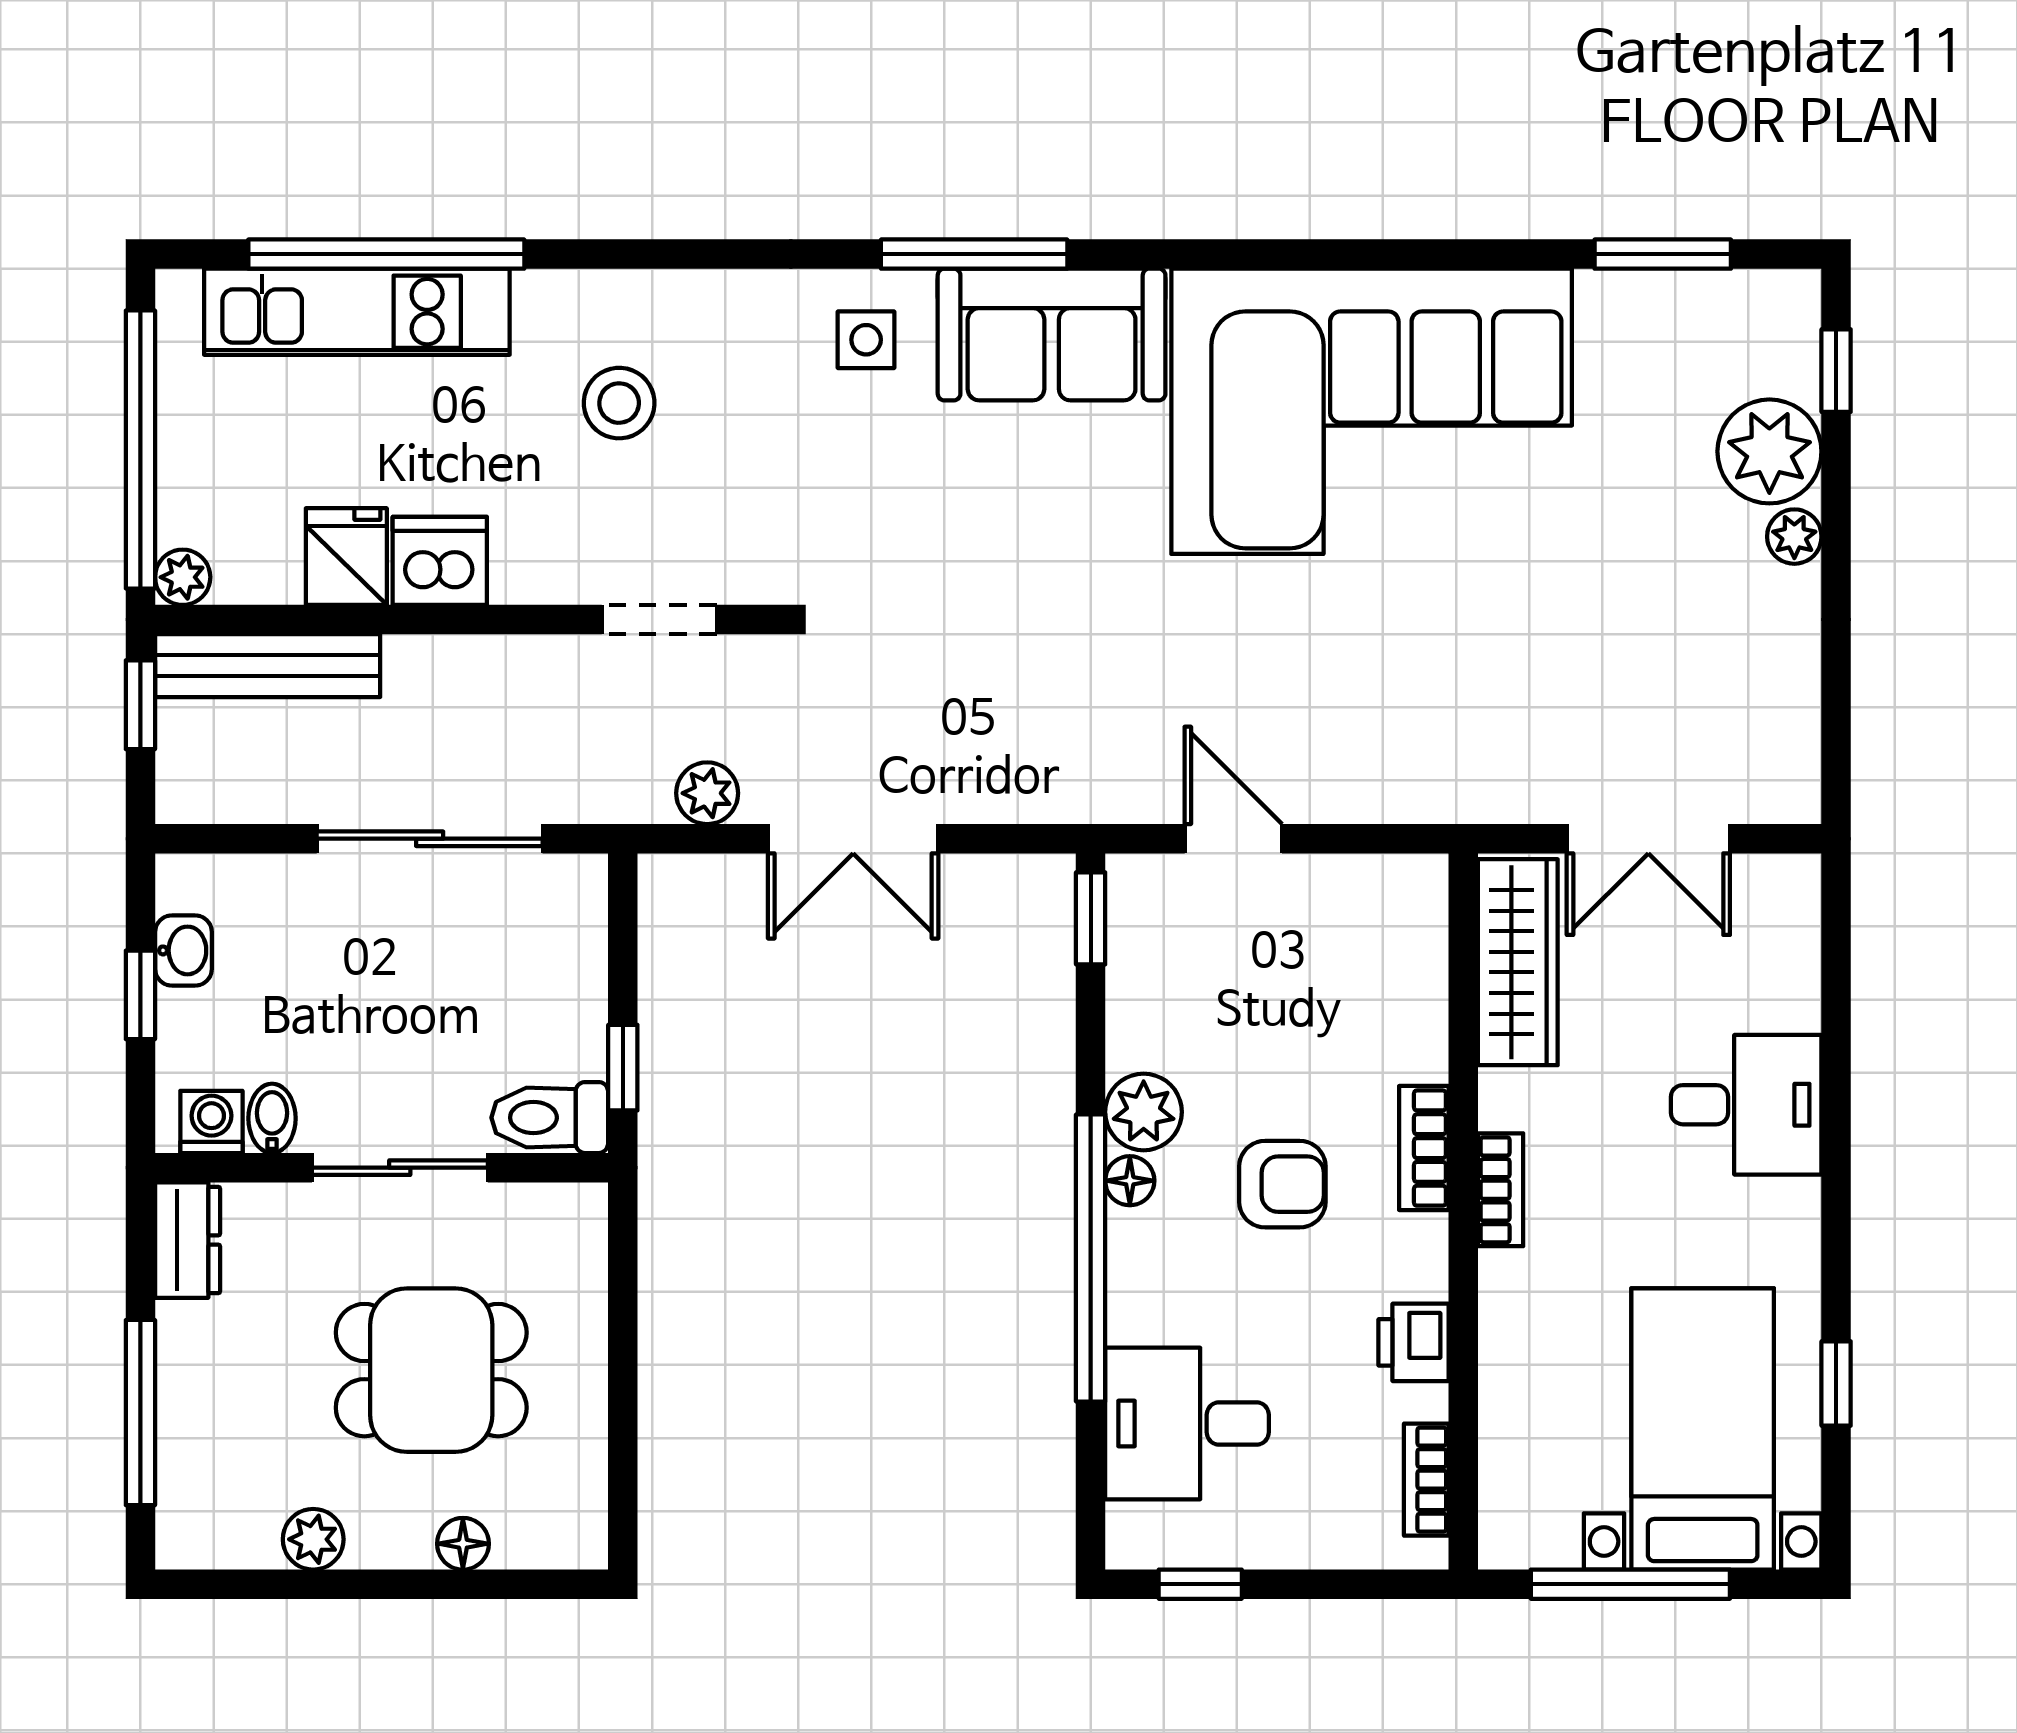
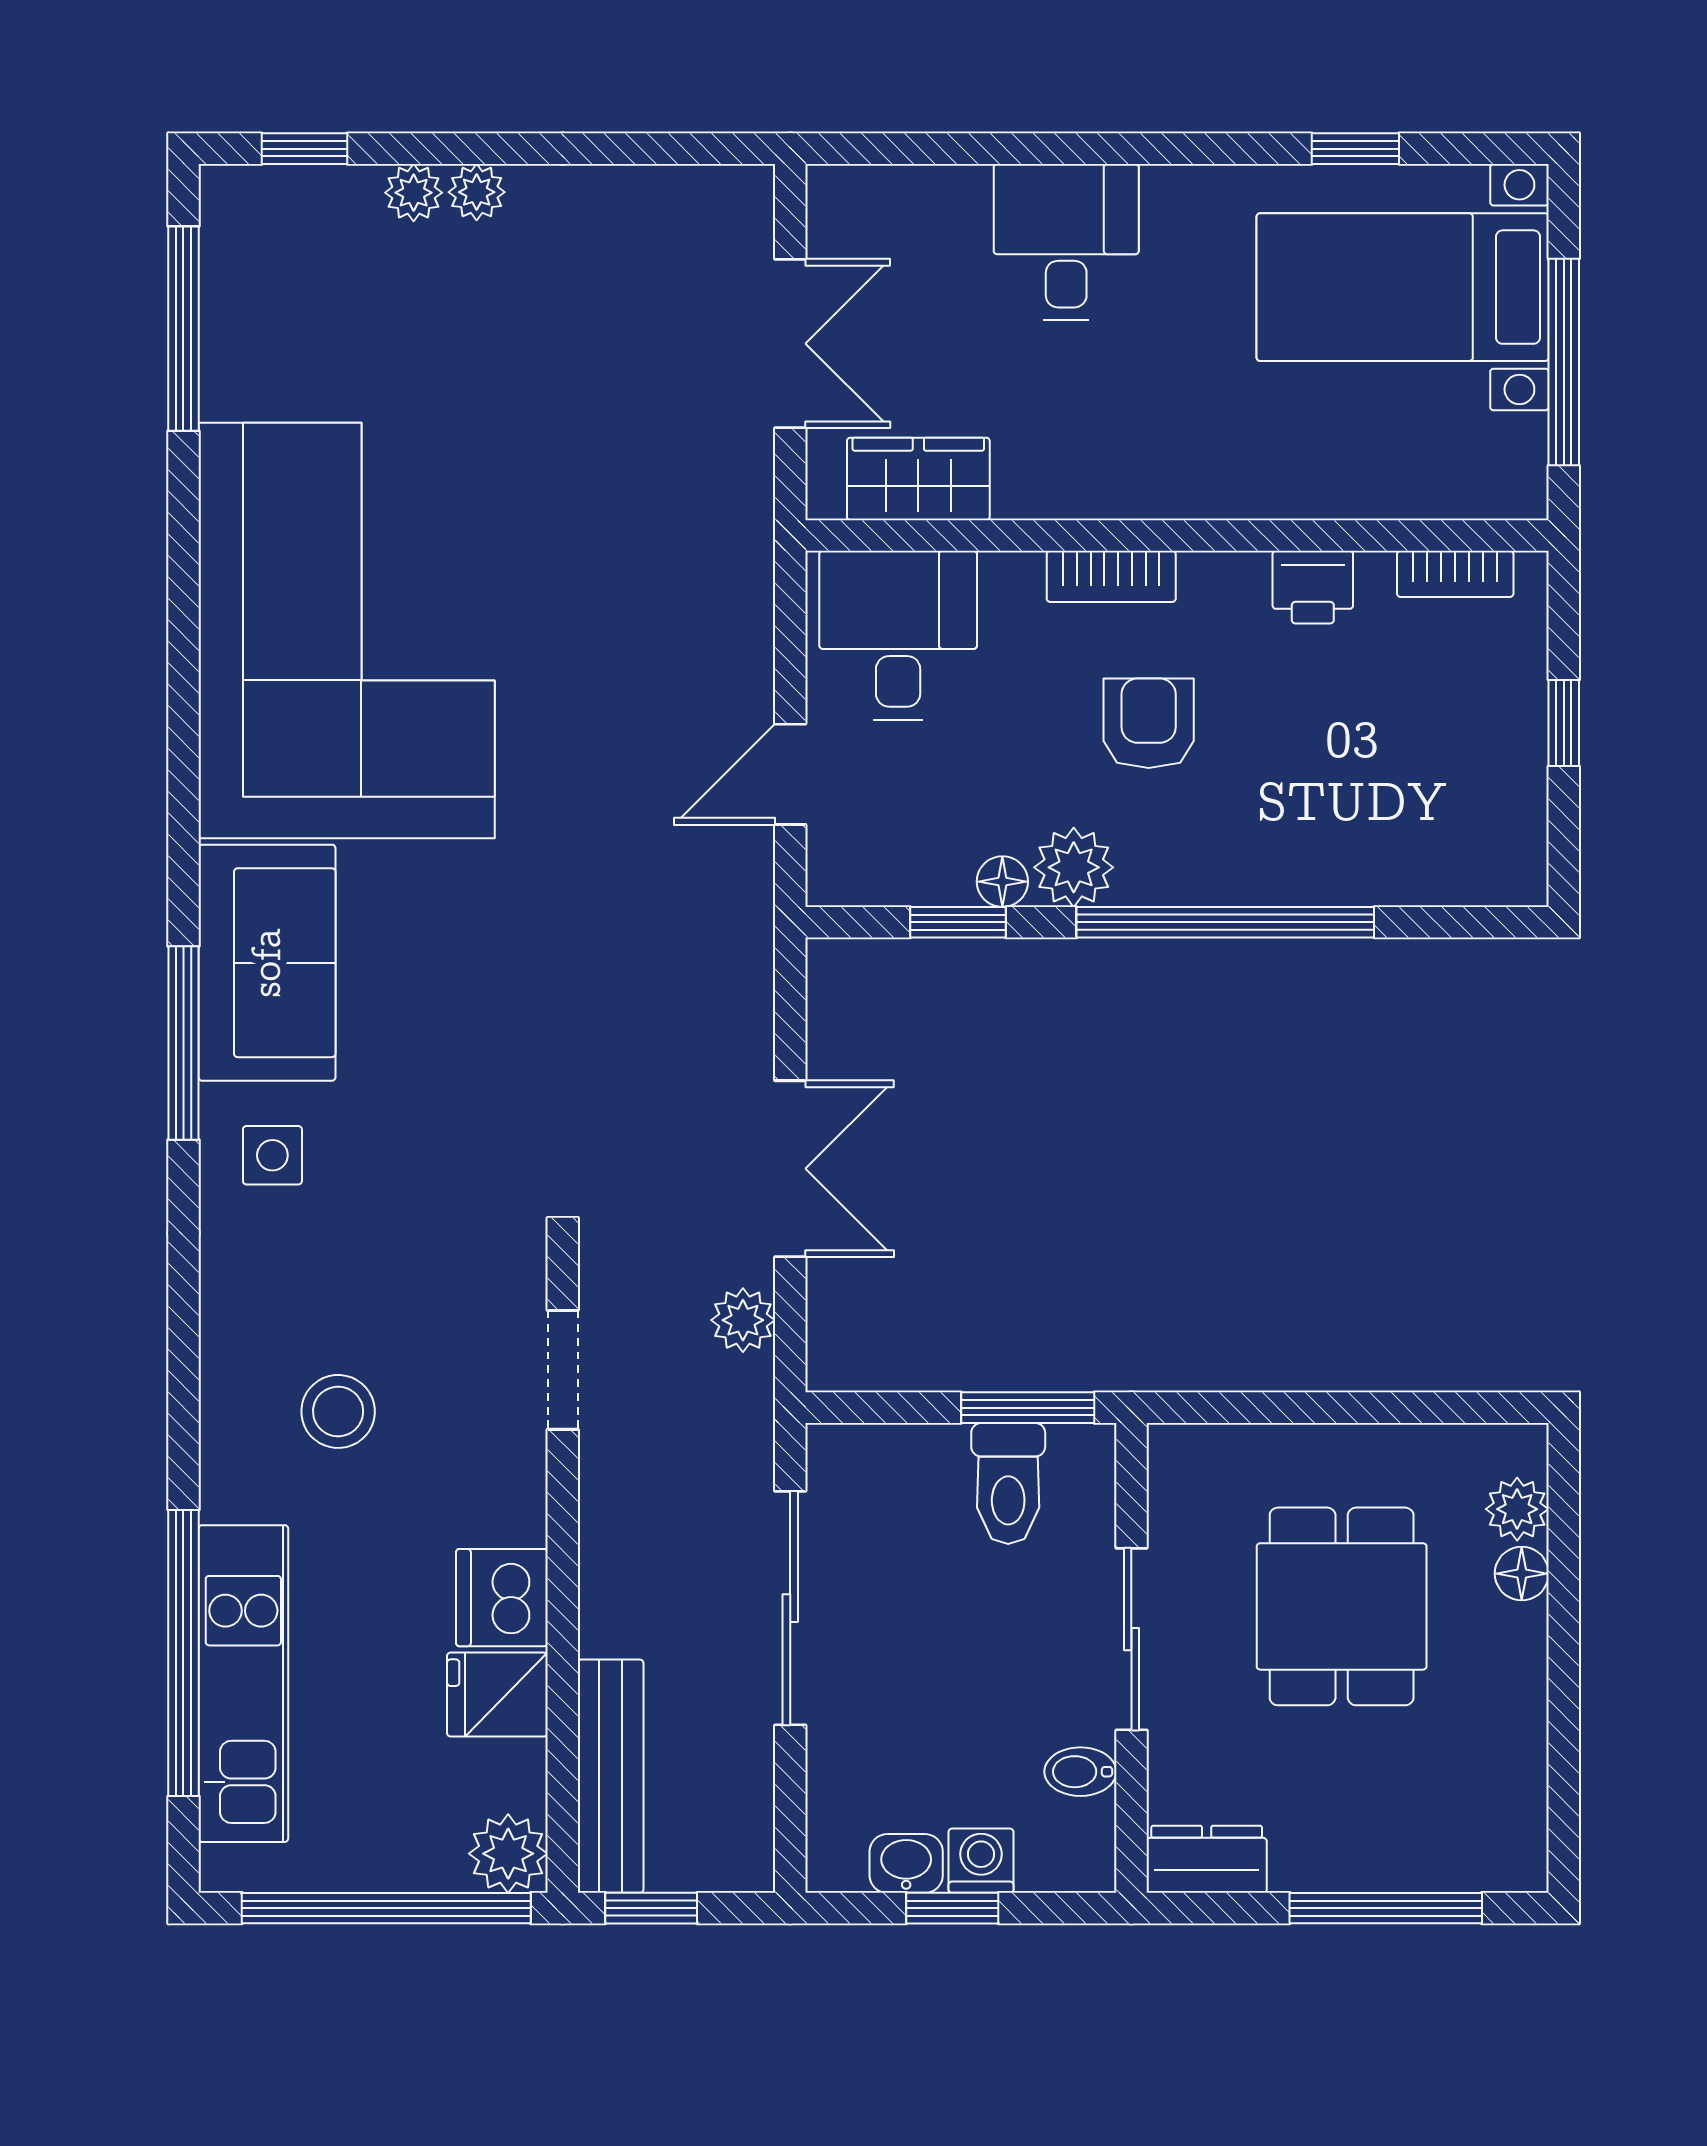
window: (1663, 254) -> (183, 329), width x1.44
plant: (1769, 451) -> (414, 193), width x0.53, depth x0.53
plant: (183, 577) -> (508, 1854), width x1.38, depth x1.38
window: (1091, 918) -> (958, 922), moved
wardrobe: (1518, 962) -> (918, 479), width x0.67
window: (623, 1068) -> (1028, 1408), width x1.50
toilet: (550, 1118) -> (1008, 1483), moved
washing machine: (211, 1122) -> (981, 1861), moved, turned 90
floor lamp: (1130, 1181) -> (1002, 882), moved
bookcase: (1501, 1190) -> (1154, 497), removed
desk: (1187, 1423) -> (898, 635), moved, turned 180
plant: (313, 1539) -> (1517, 1509), moved
window: (1200, 1584) -> (1564, 723), moved

